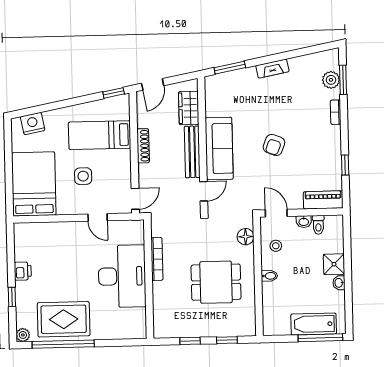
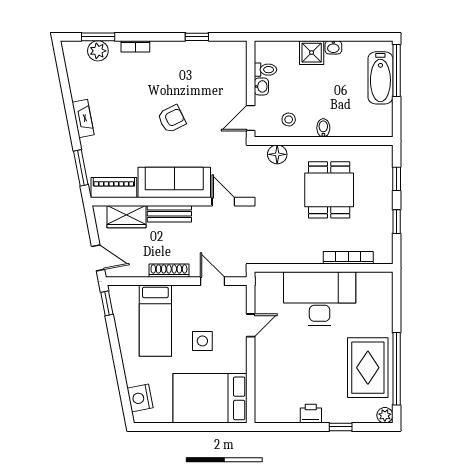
armchair: (274, 145) -> (172, 119), turned -47
bench: (192, 152) -> (169, 214), width x0.73
door: (135, 199) -> (213, 281), moved
piano: (323, 200) -> (114, 188), moved, turned 90
bookcase: (157, 259) -> (348, 258), moved

